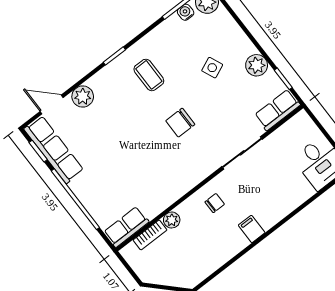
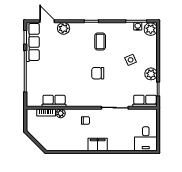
row of seats: (126, 227) -> (54, 101), moved
filing cabinet: (252, 229) -> (98, 145), width x2.00

